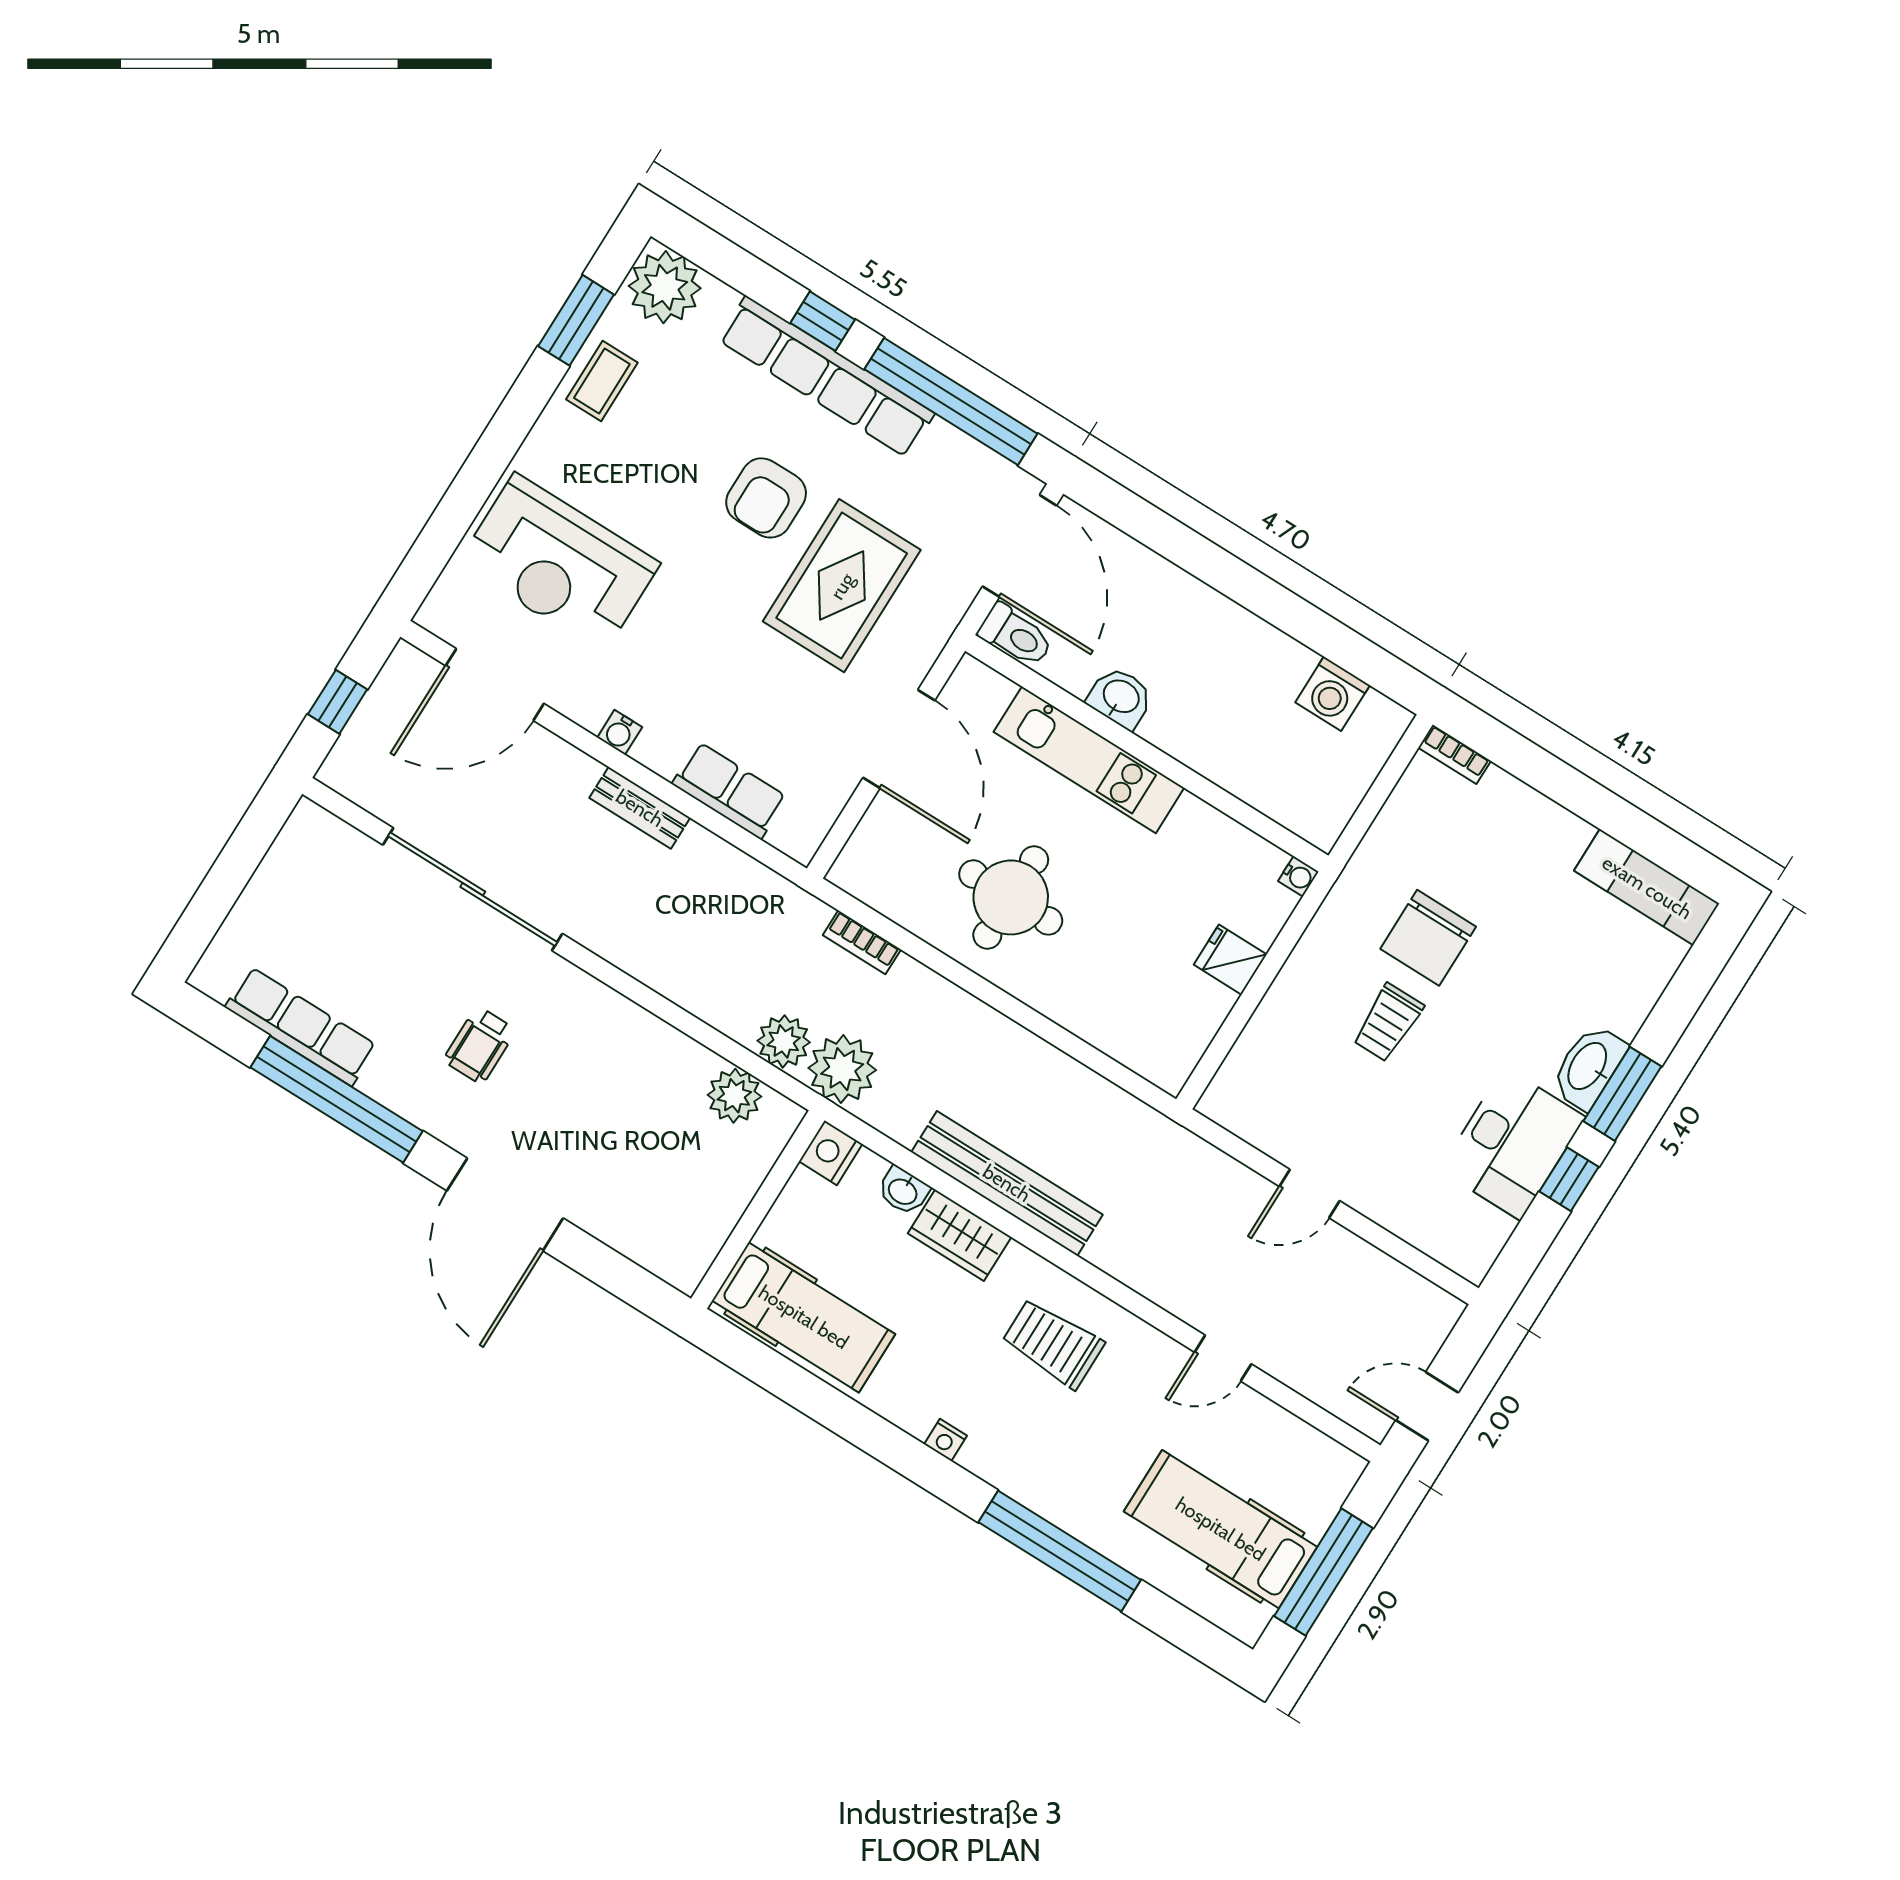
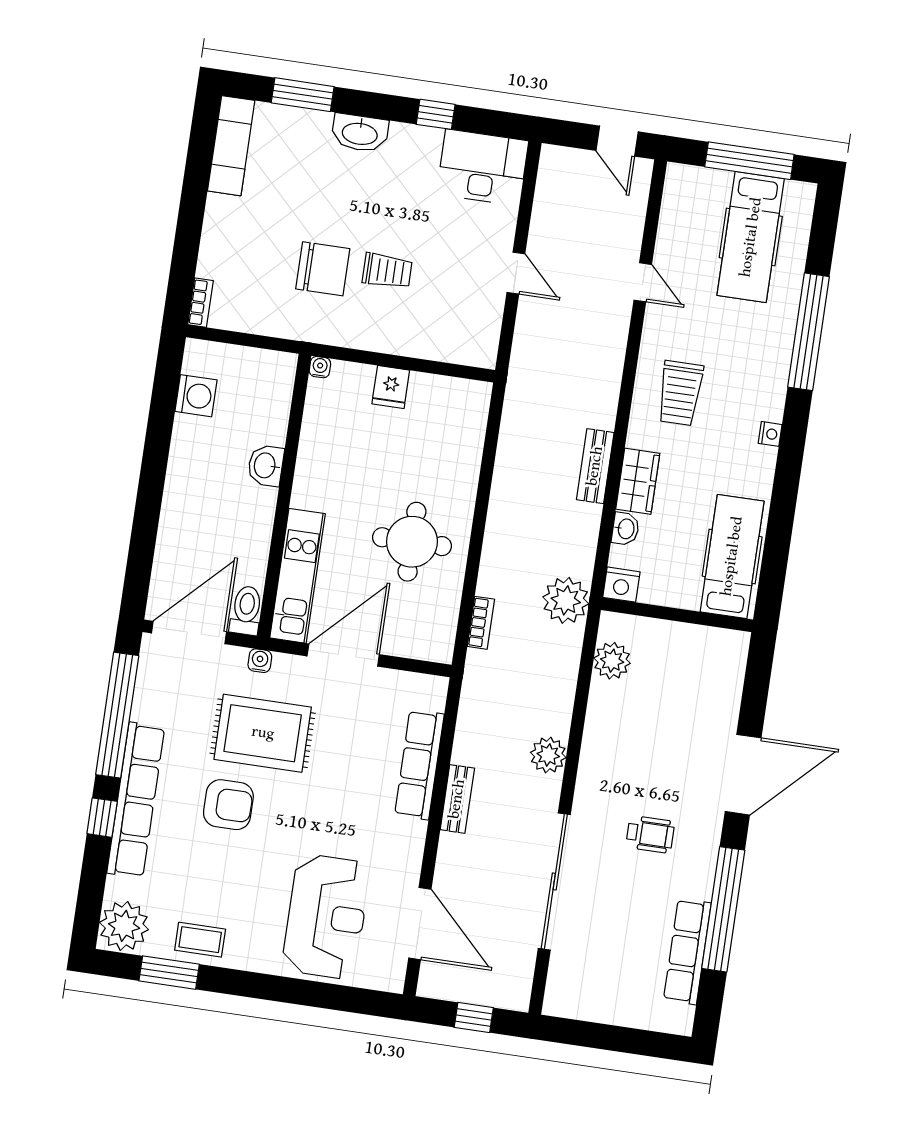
washbasin: (1120, 697) -> (266, 466), moved
water cooler: (620, 732) -> (260, 661), moved, turned -90
kitchen unit: (1089, 760) -> (297, 576), moved
row of seats: (730, 790) -> (419, 765), width x1.48
plant: (784, 1041) -> (548, 755), moved
window: (1622, 1094) -> (303, 95), moved
desk: (1512, 1143) -> (482, 167), moved
bench: (1007, 1183) -> (595, 466), width x0.54, depth x0.82

